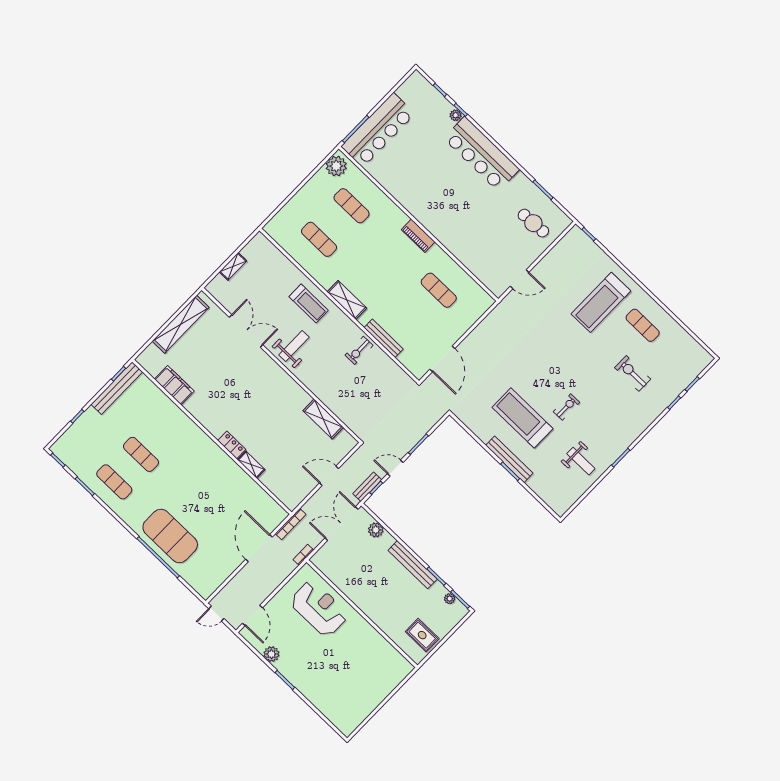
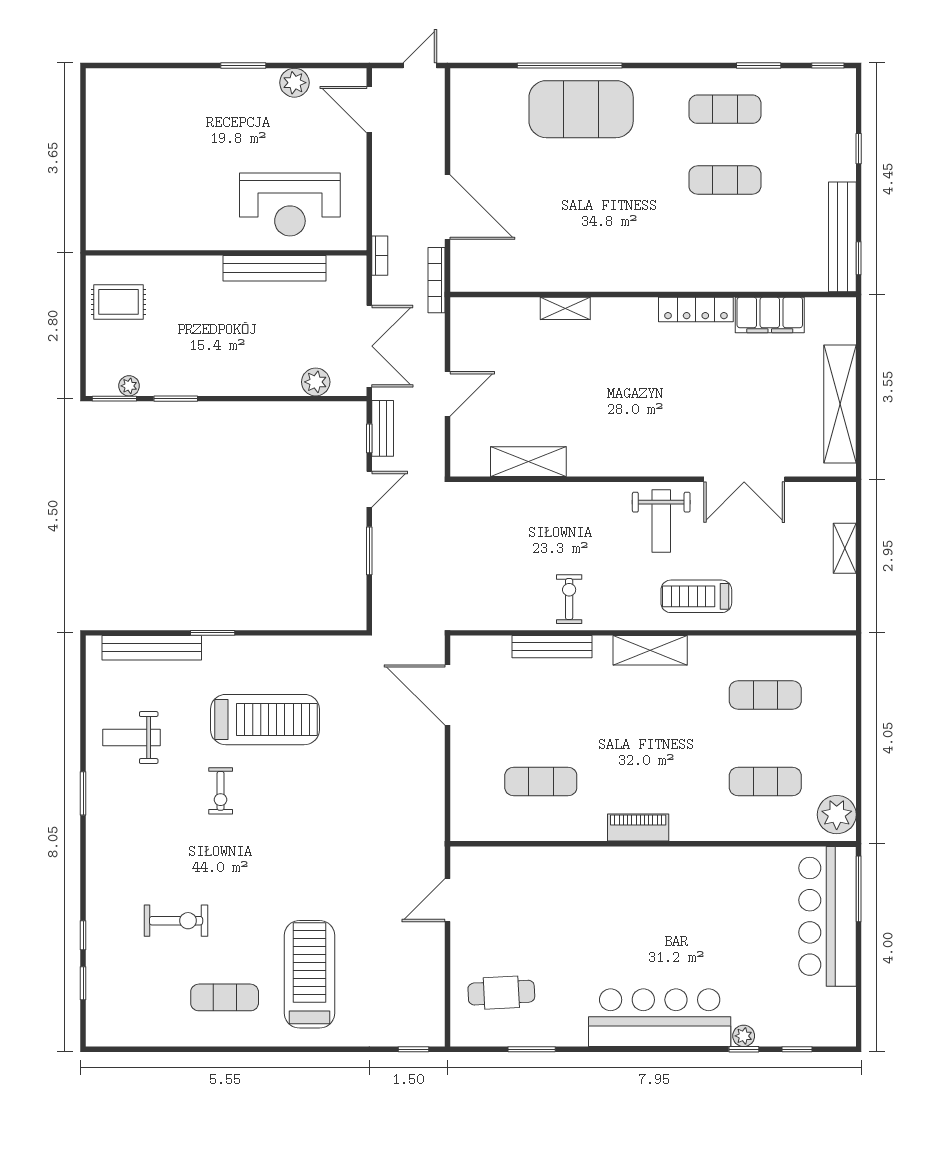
locker: (232, 445) -> (696, 309), moved, width x1.53
bench: (509, 459) -> (152, 648), moved
bench: (413, 565) -> (274, 268), moved

